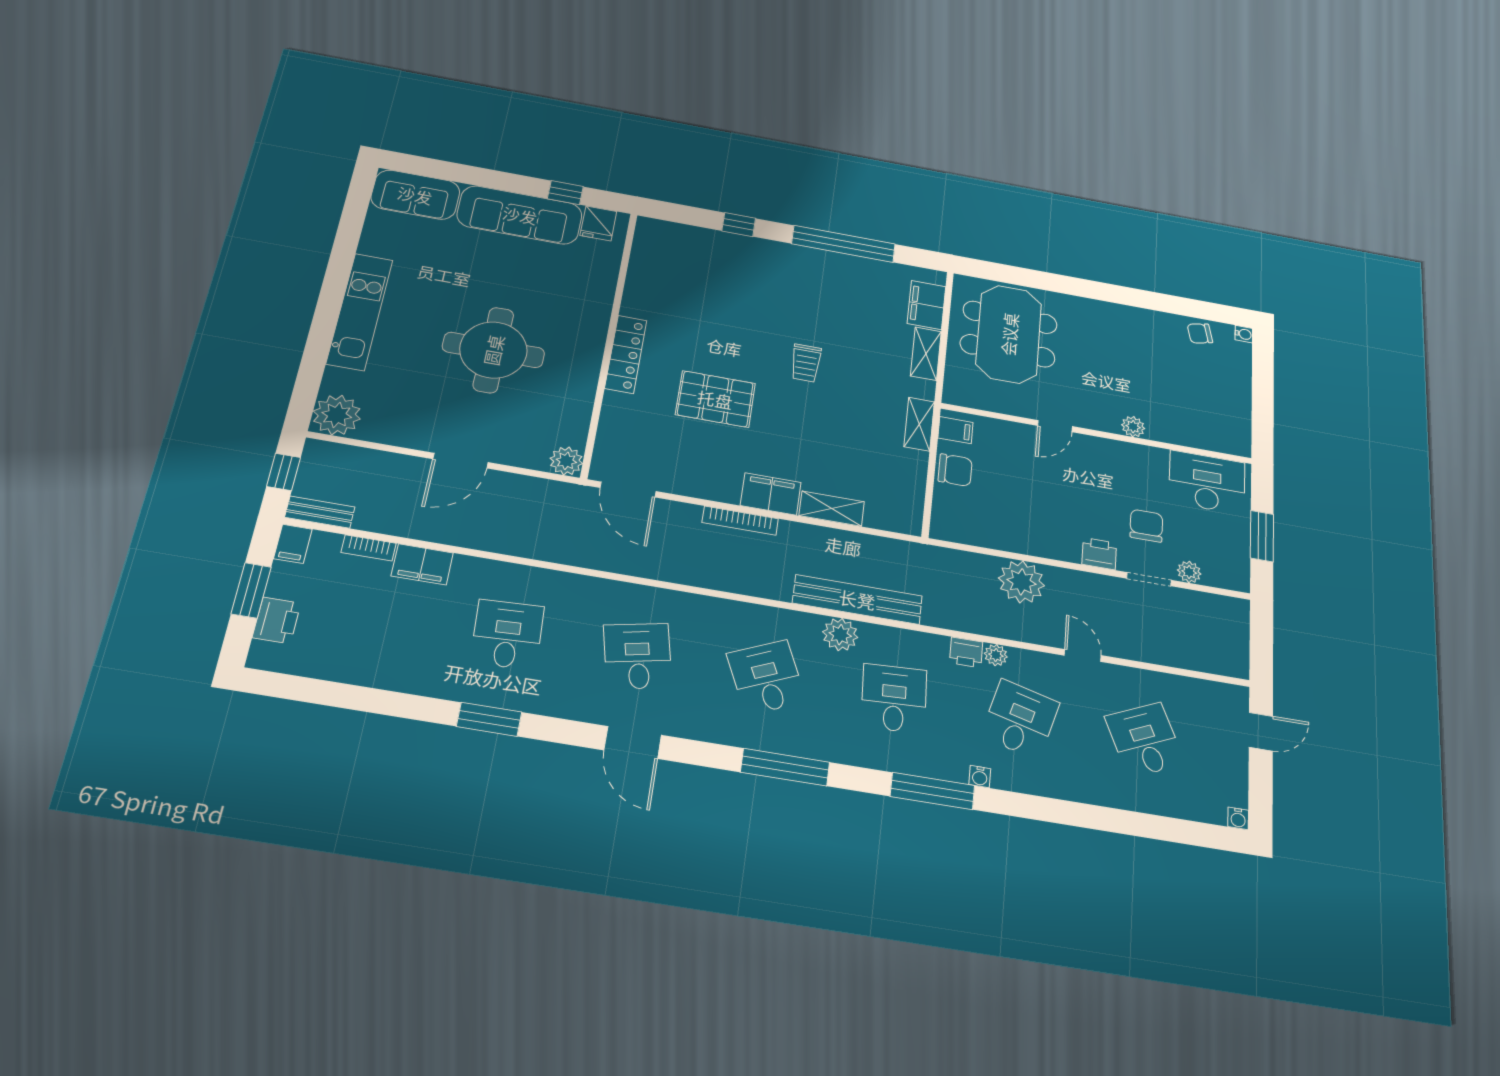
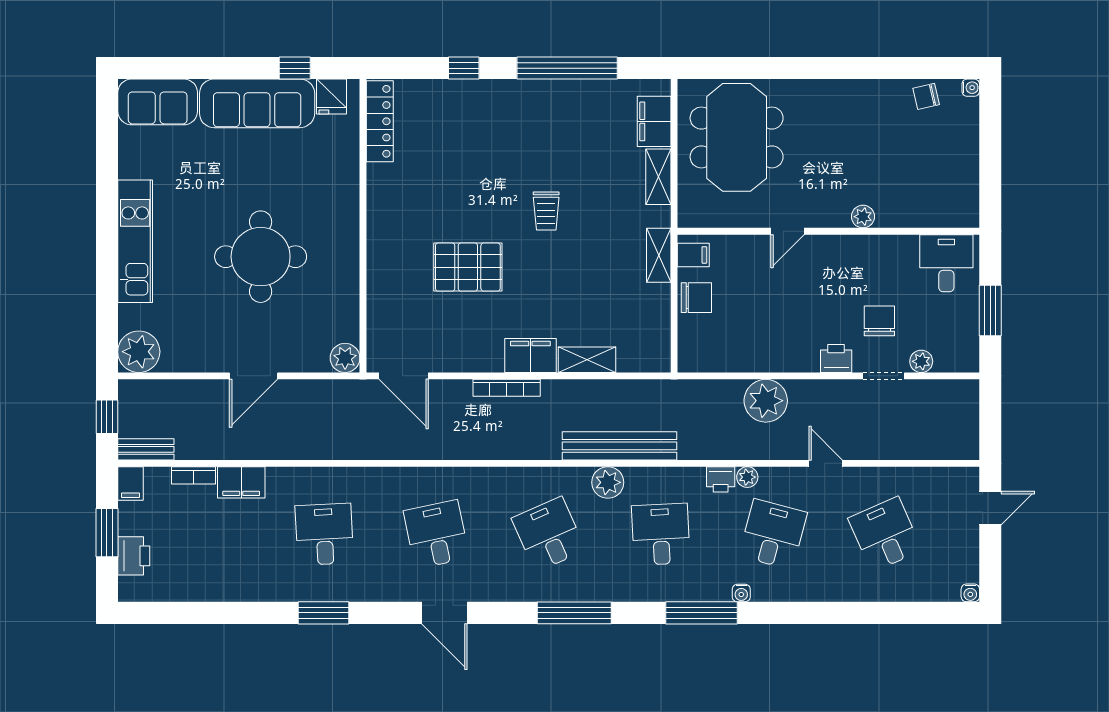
locker: (626, 354) -> (380, 121), moved
desk: (1207, 482) -> (946, 263), width x0.73

